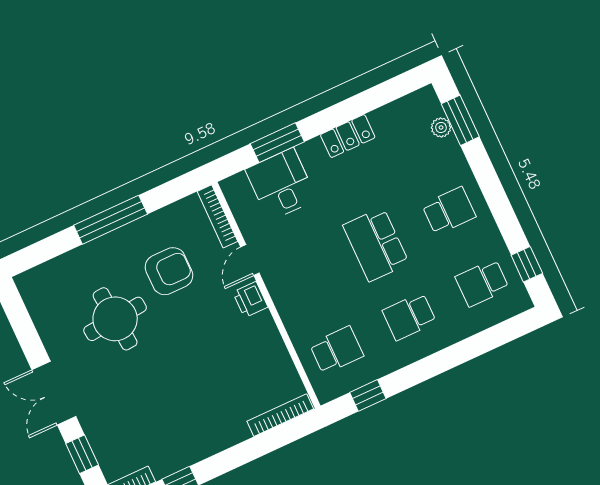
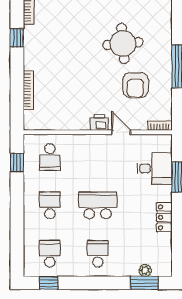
school desk: (449, 211) -> (98, 254), turned 180
bookcase: (217, 216) -> (160, 126), width x0.64
bookcase: (280, 415) -> (28, 90), moved

